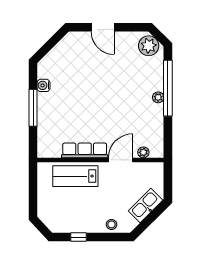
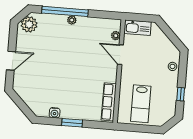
window: (33, 108) -> (72, 123), width x0.69
row of seats: (85, 150) -> (109, 102), moved
lab bench: (75, 176) -> (141, 104), moved
kitchen sink: (145, 206) -> (138, 28), moved, turned -45

